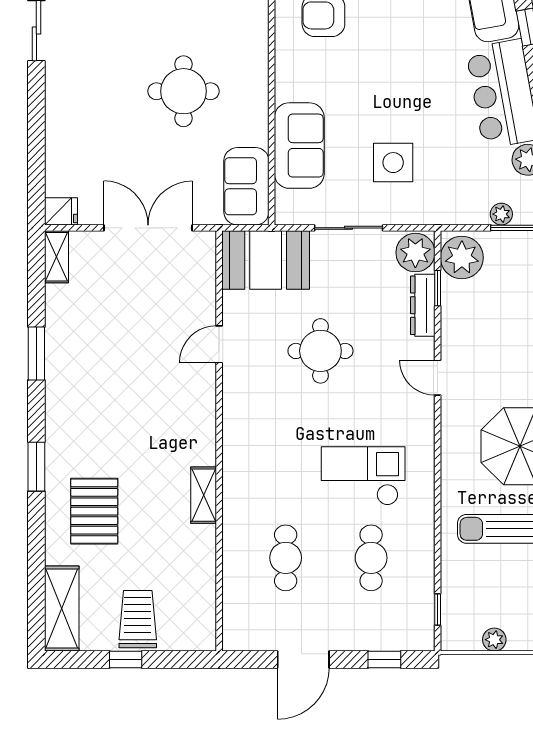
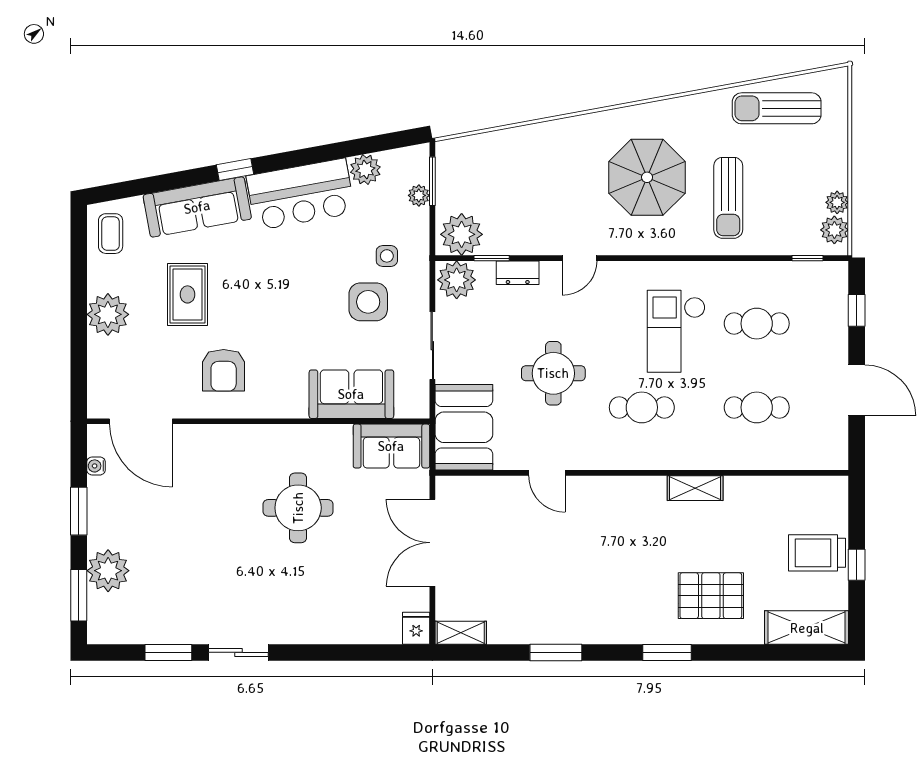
side table: (440, 182) -> (387, 256), added
dresser: (423, 305) -> (518, 273), width x0.70
cafe table: (286, 441) -> (642, 407), added
plant: (466, 637) -> (834, 230), added

